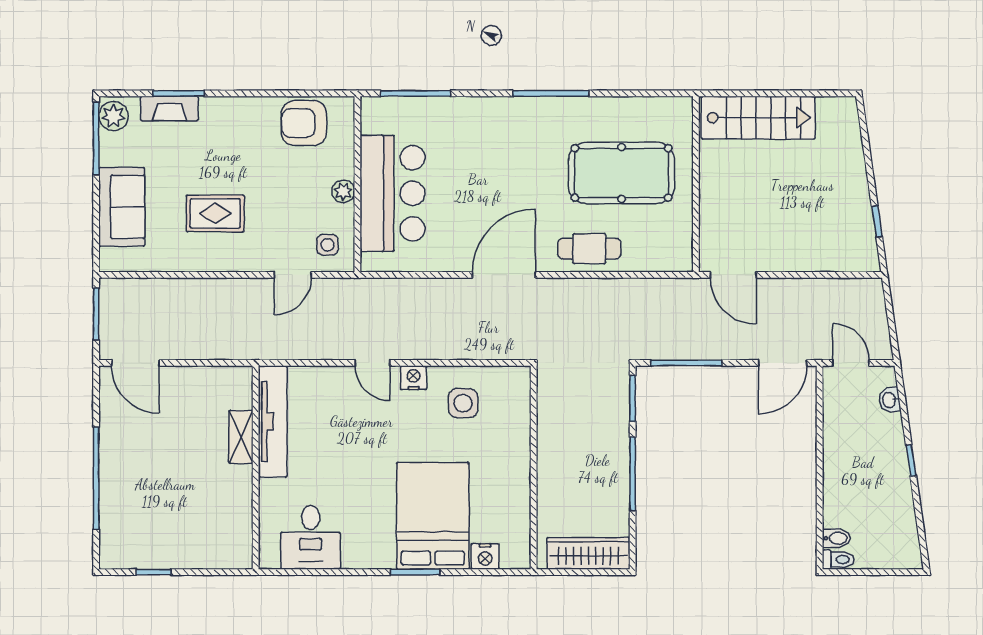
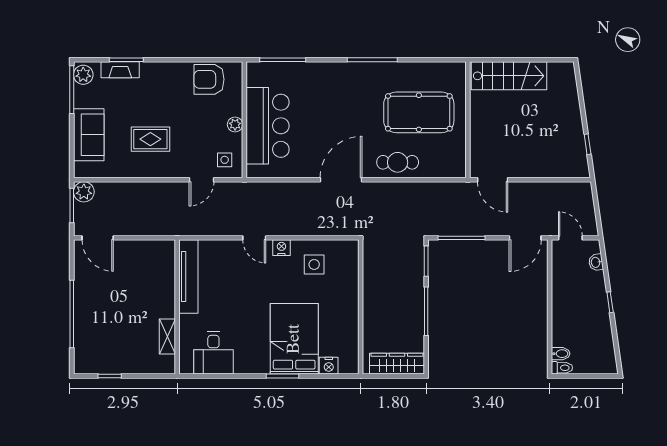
plant: (114, 293) -> (84, 192), added
shelving: (241, 437) -> (167, 336), moved

